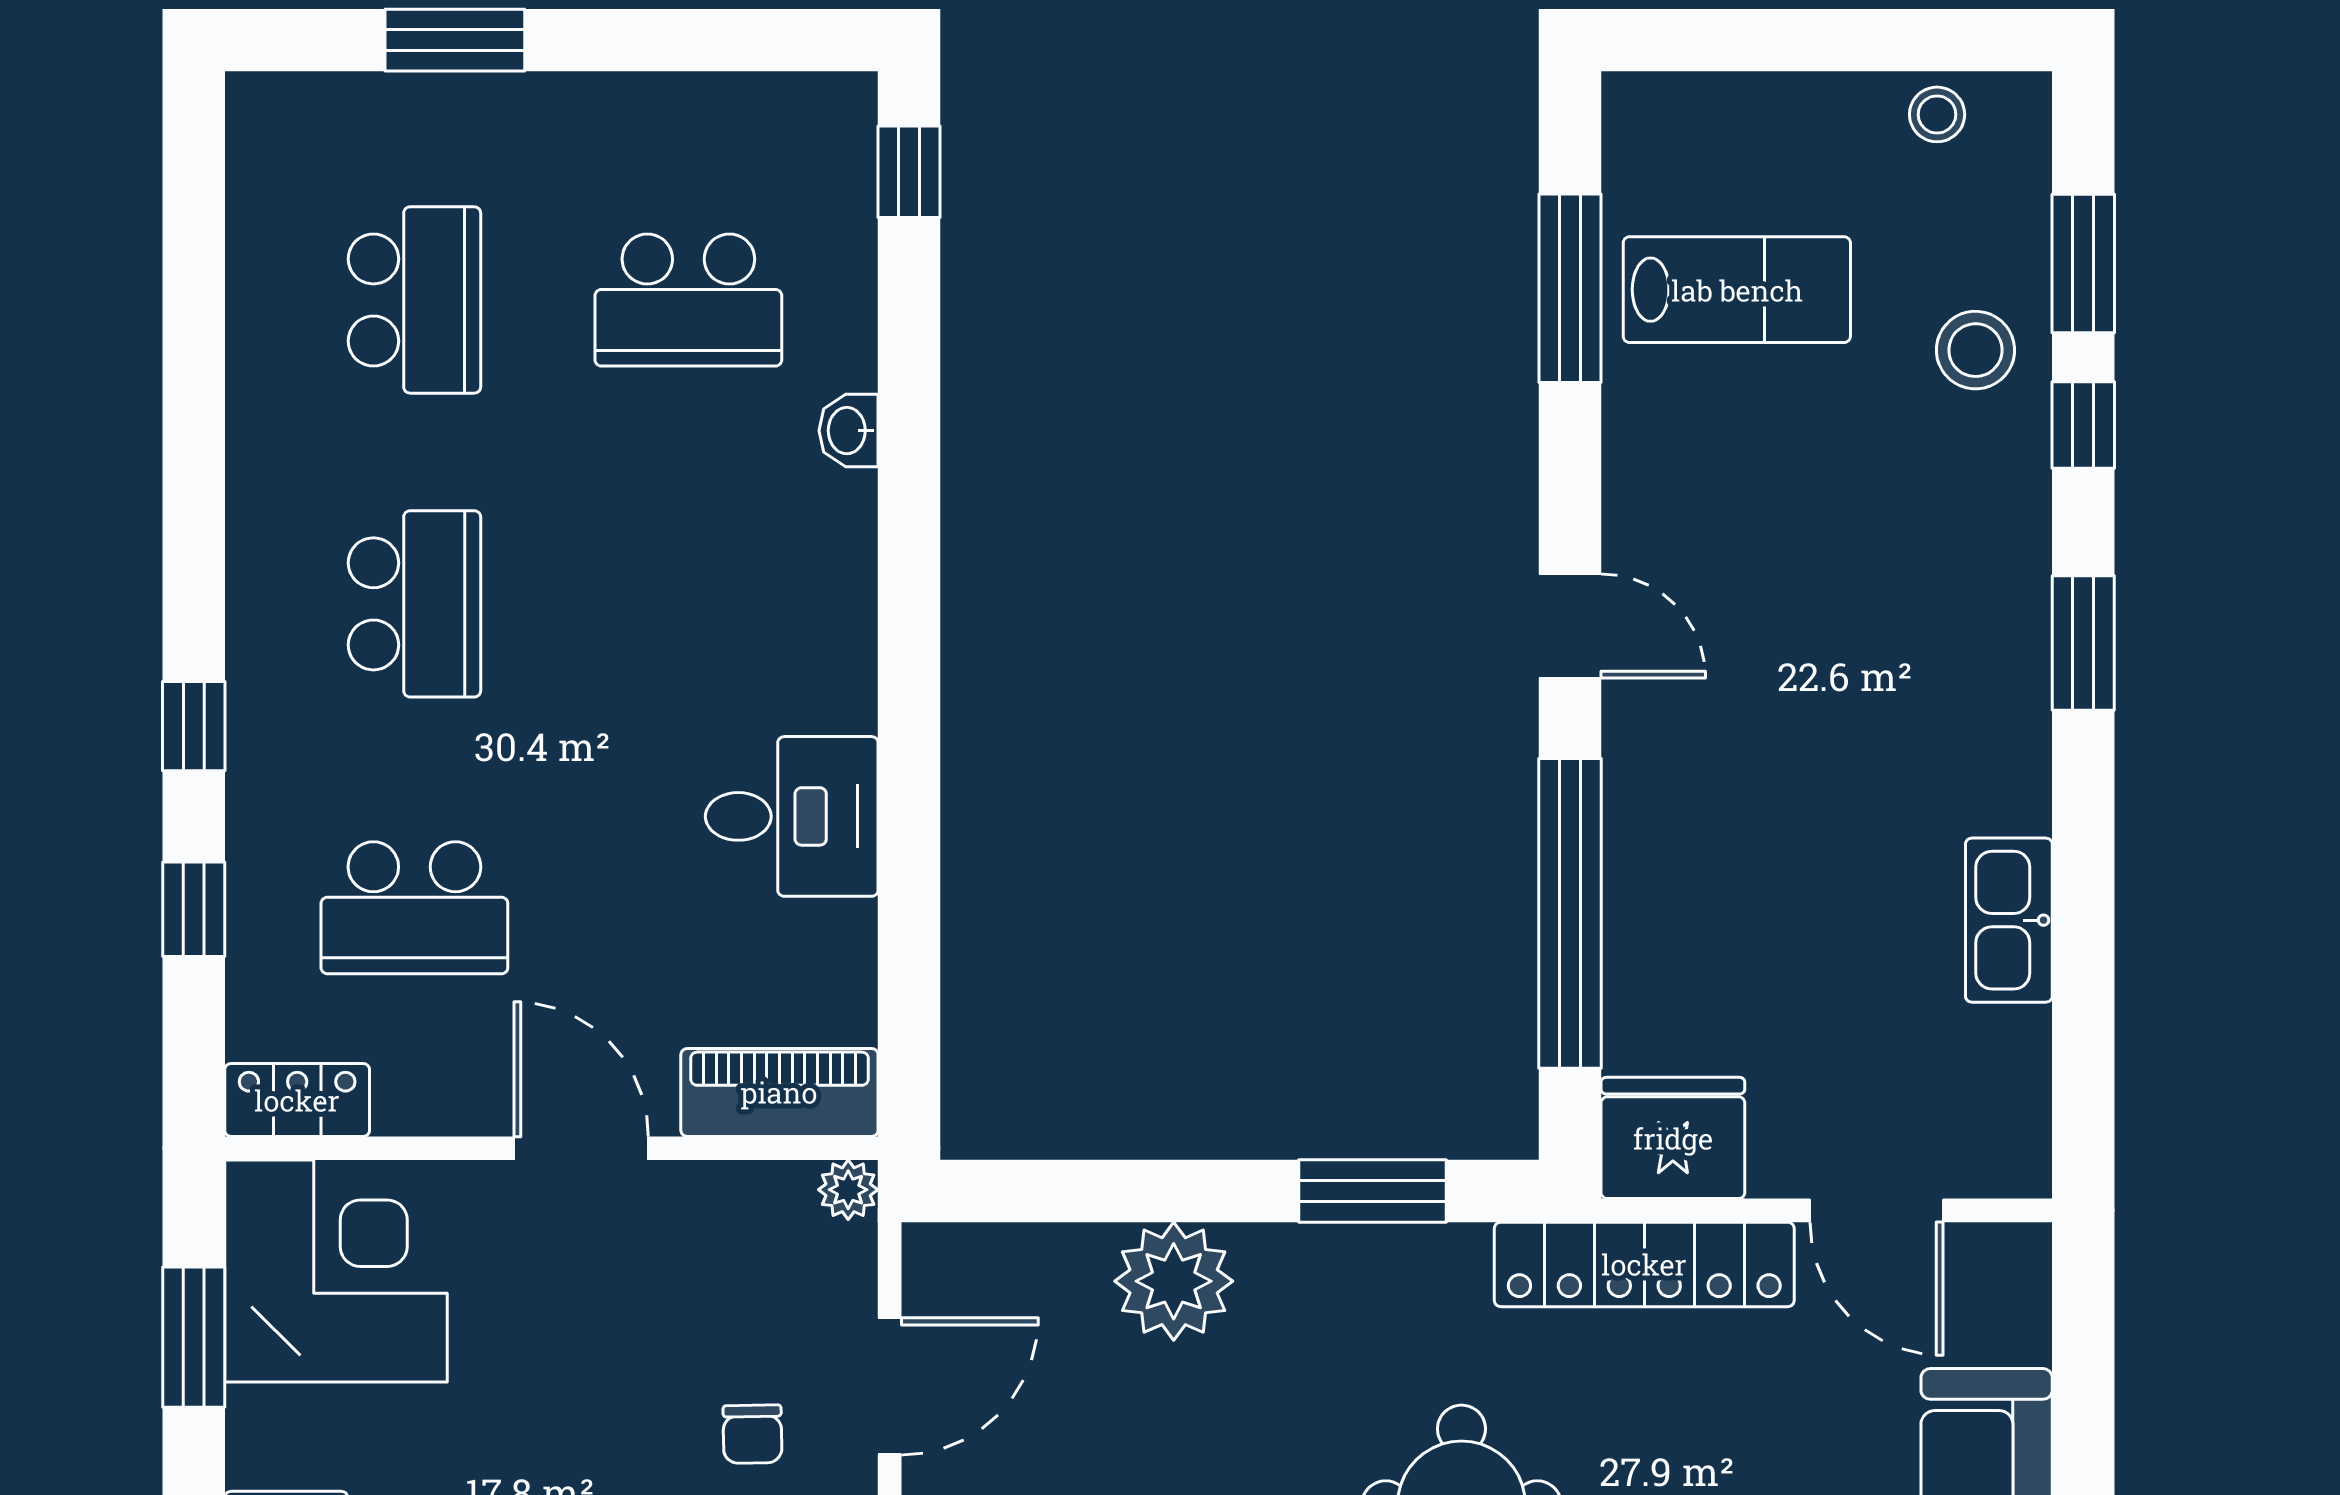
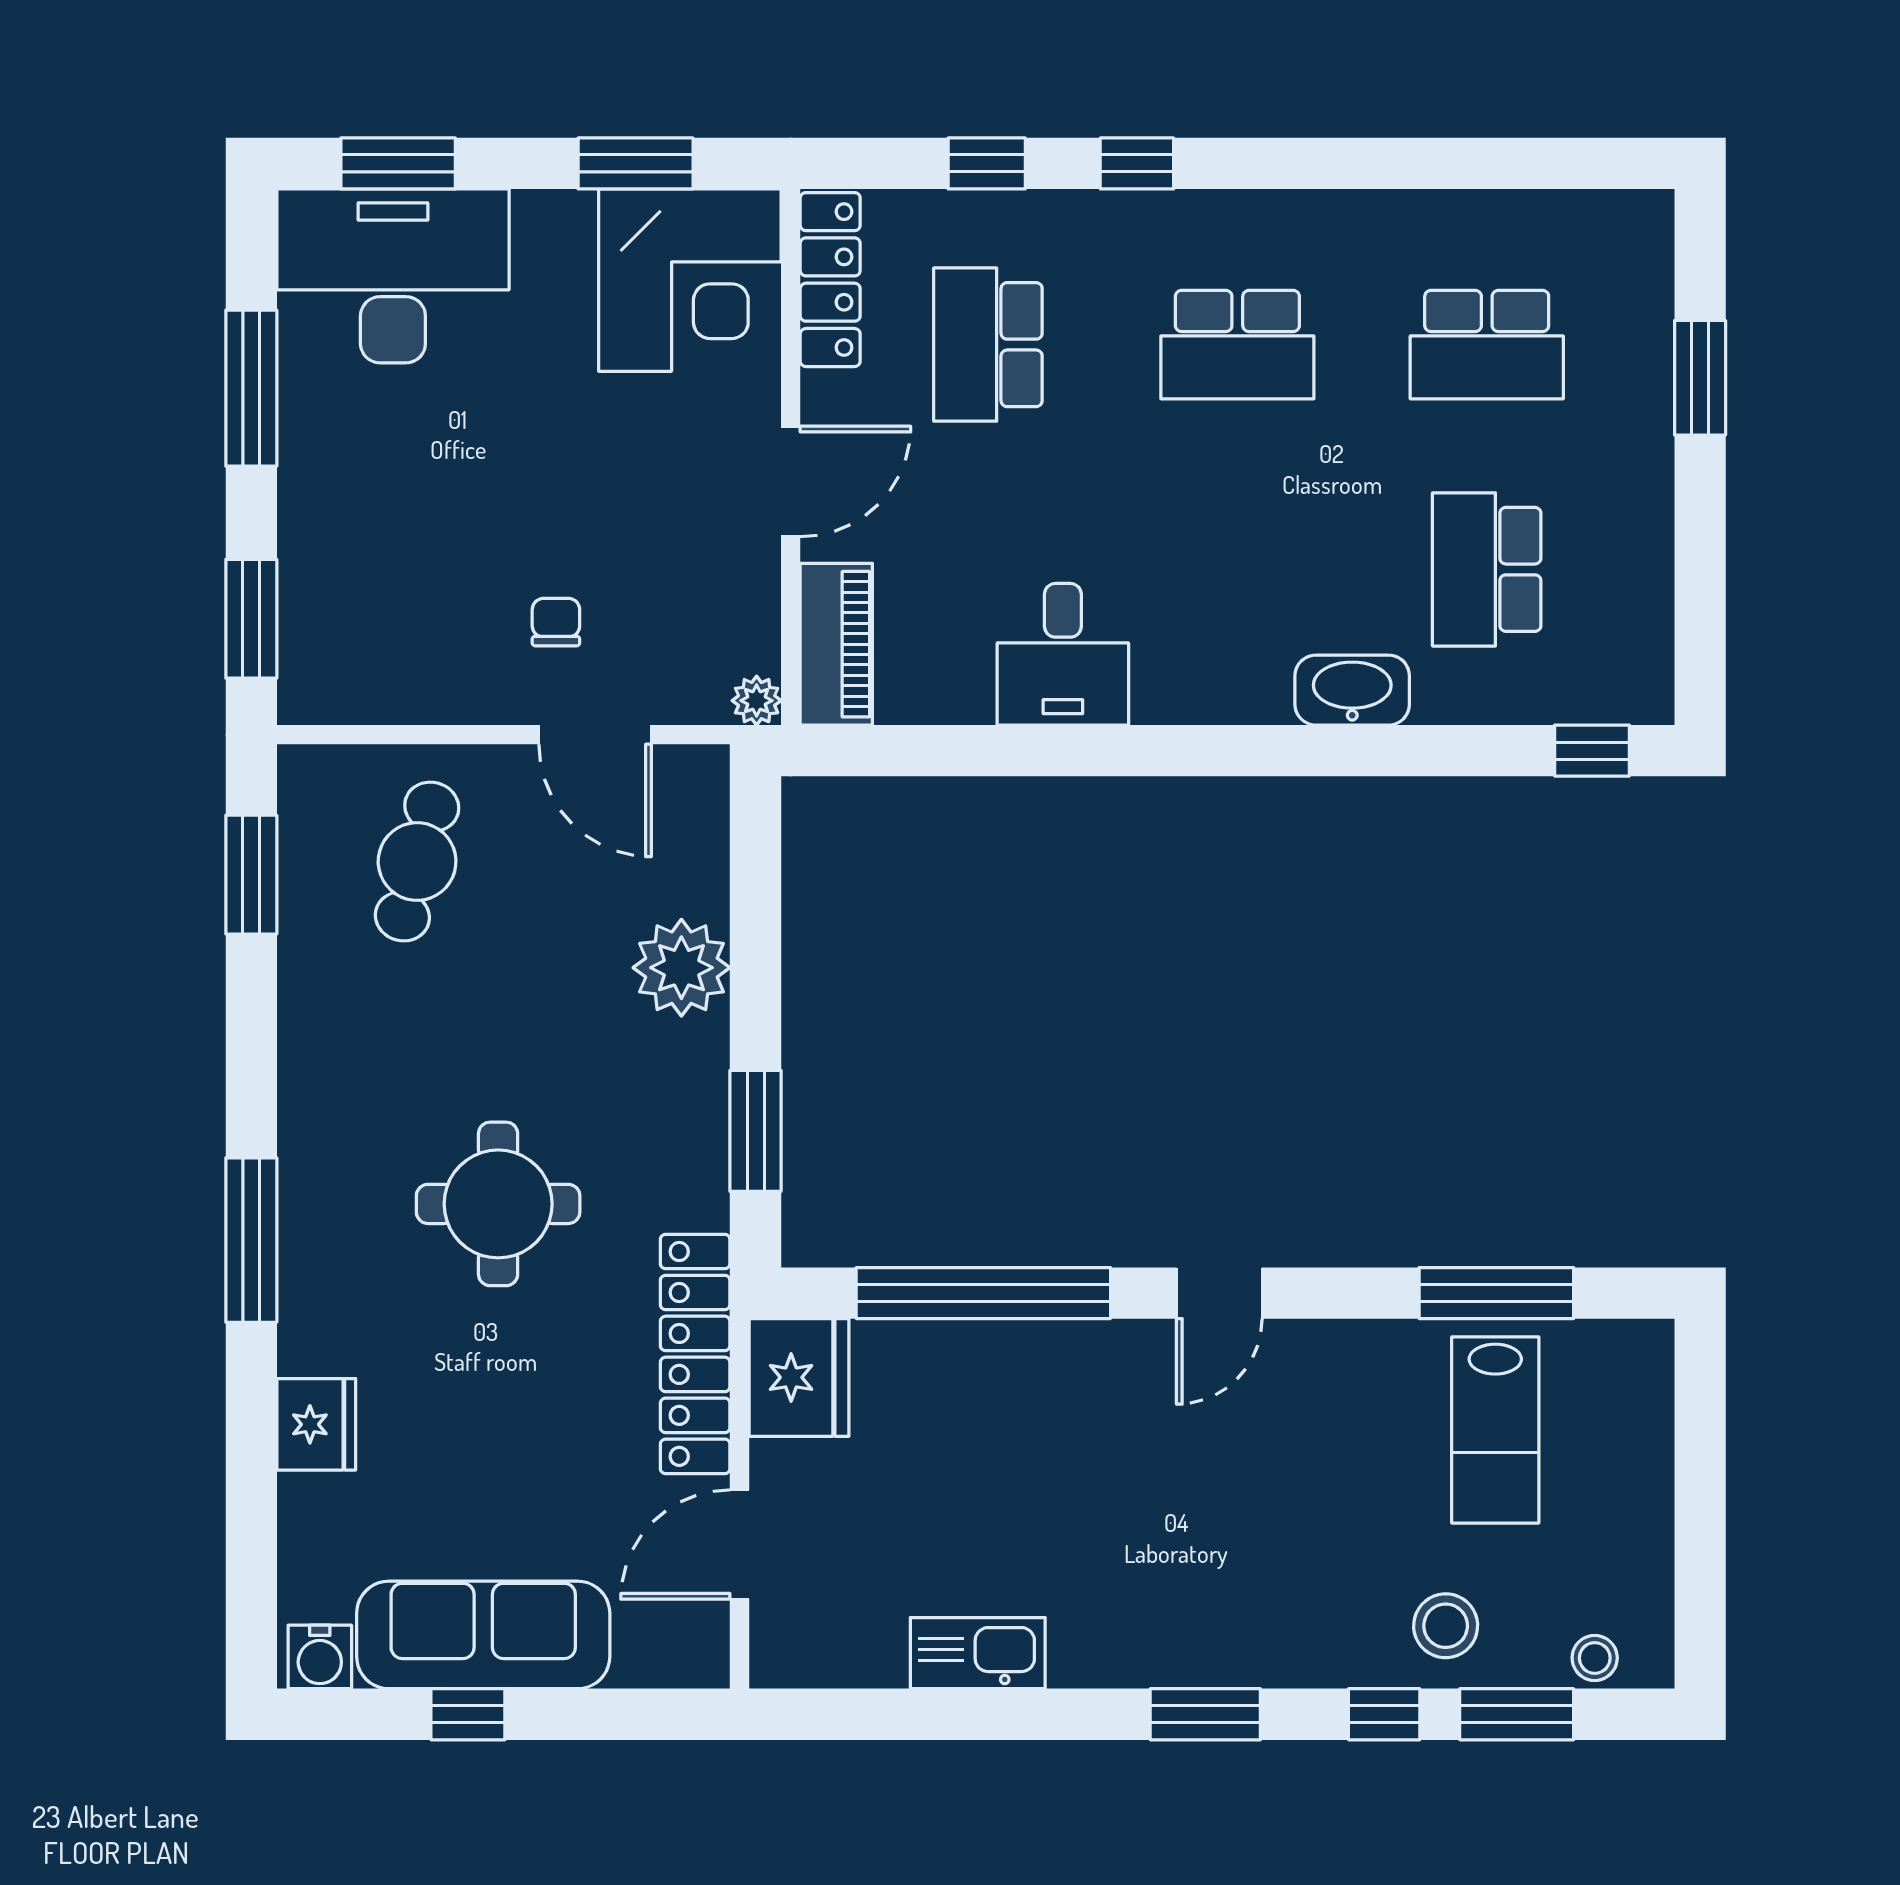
stool: (1937, 114) -> (1595, 1658), moved
washbasin: (849, 431) -> (1352, 690), width x1.91, depth x1.45
locker: (297, 1100) -> (830, 280), width x1.53
chair: (752, 1434) -> (556, 622), turned 91

